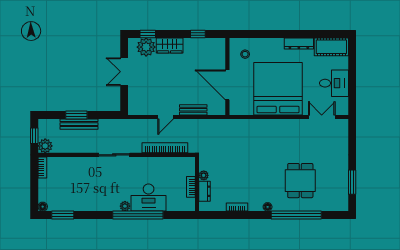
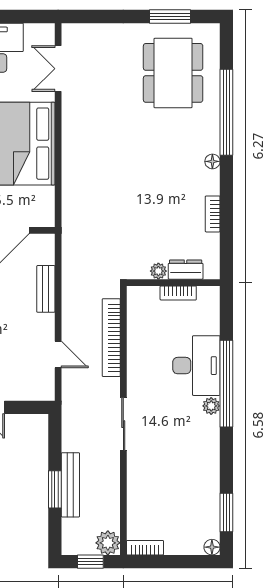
door: (166, 117) -> (58, 355), moved
dining table: (300, 181) -> (173, 73), moved, width x1.38

